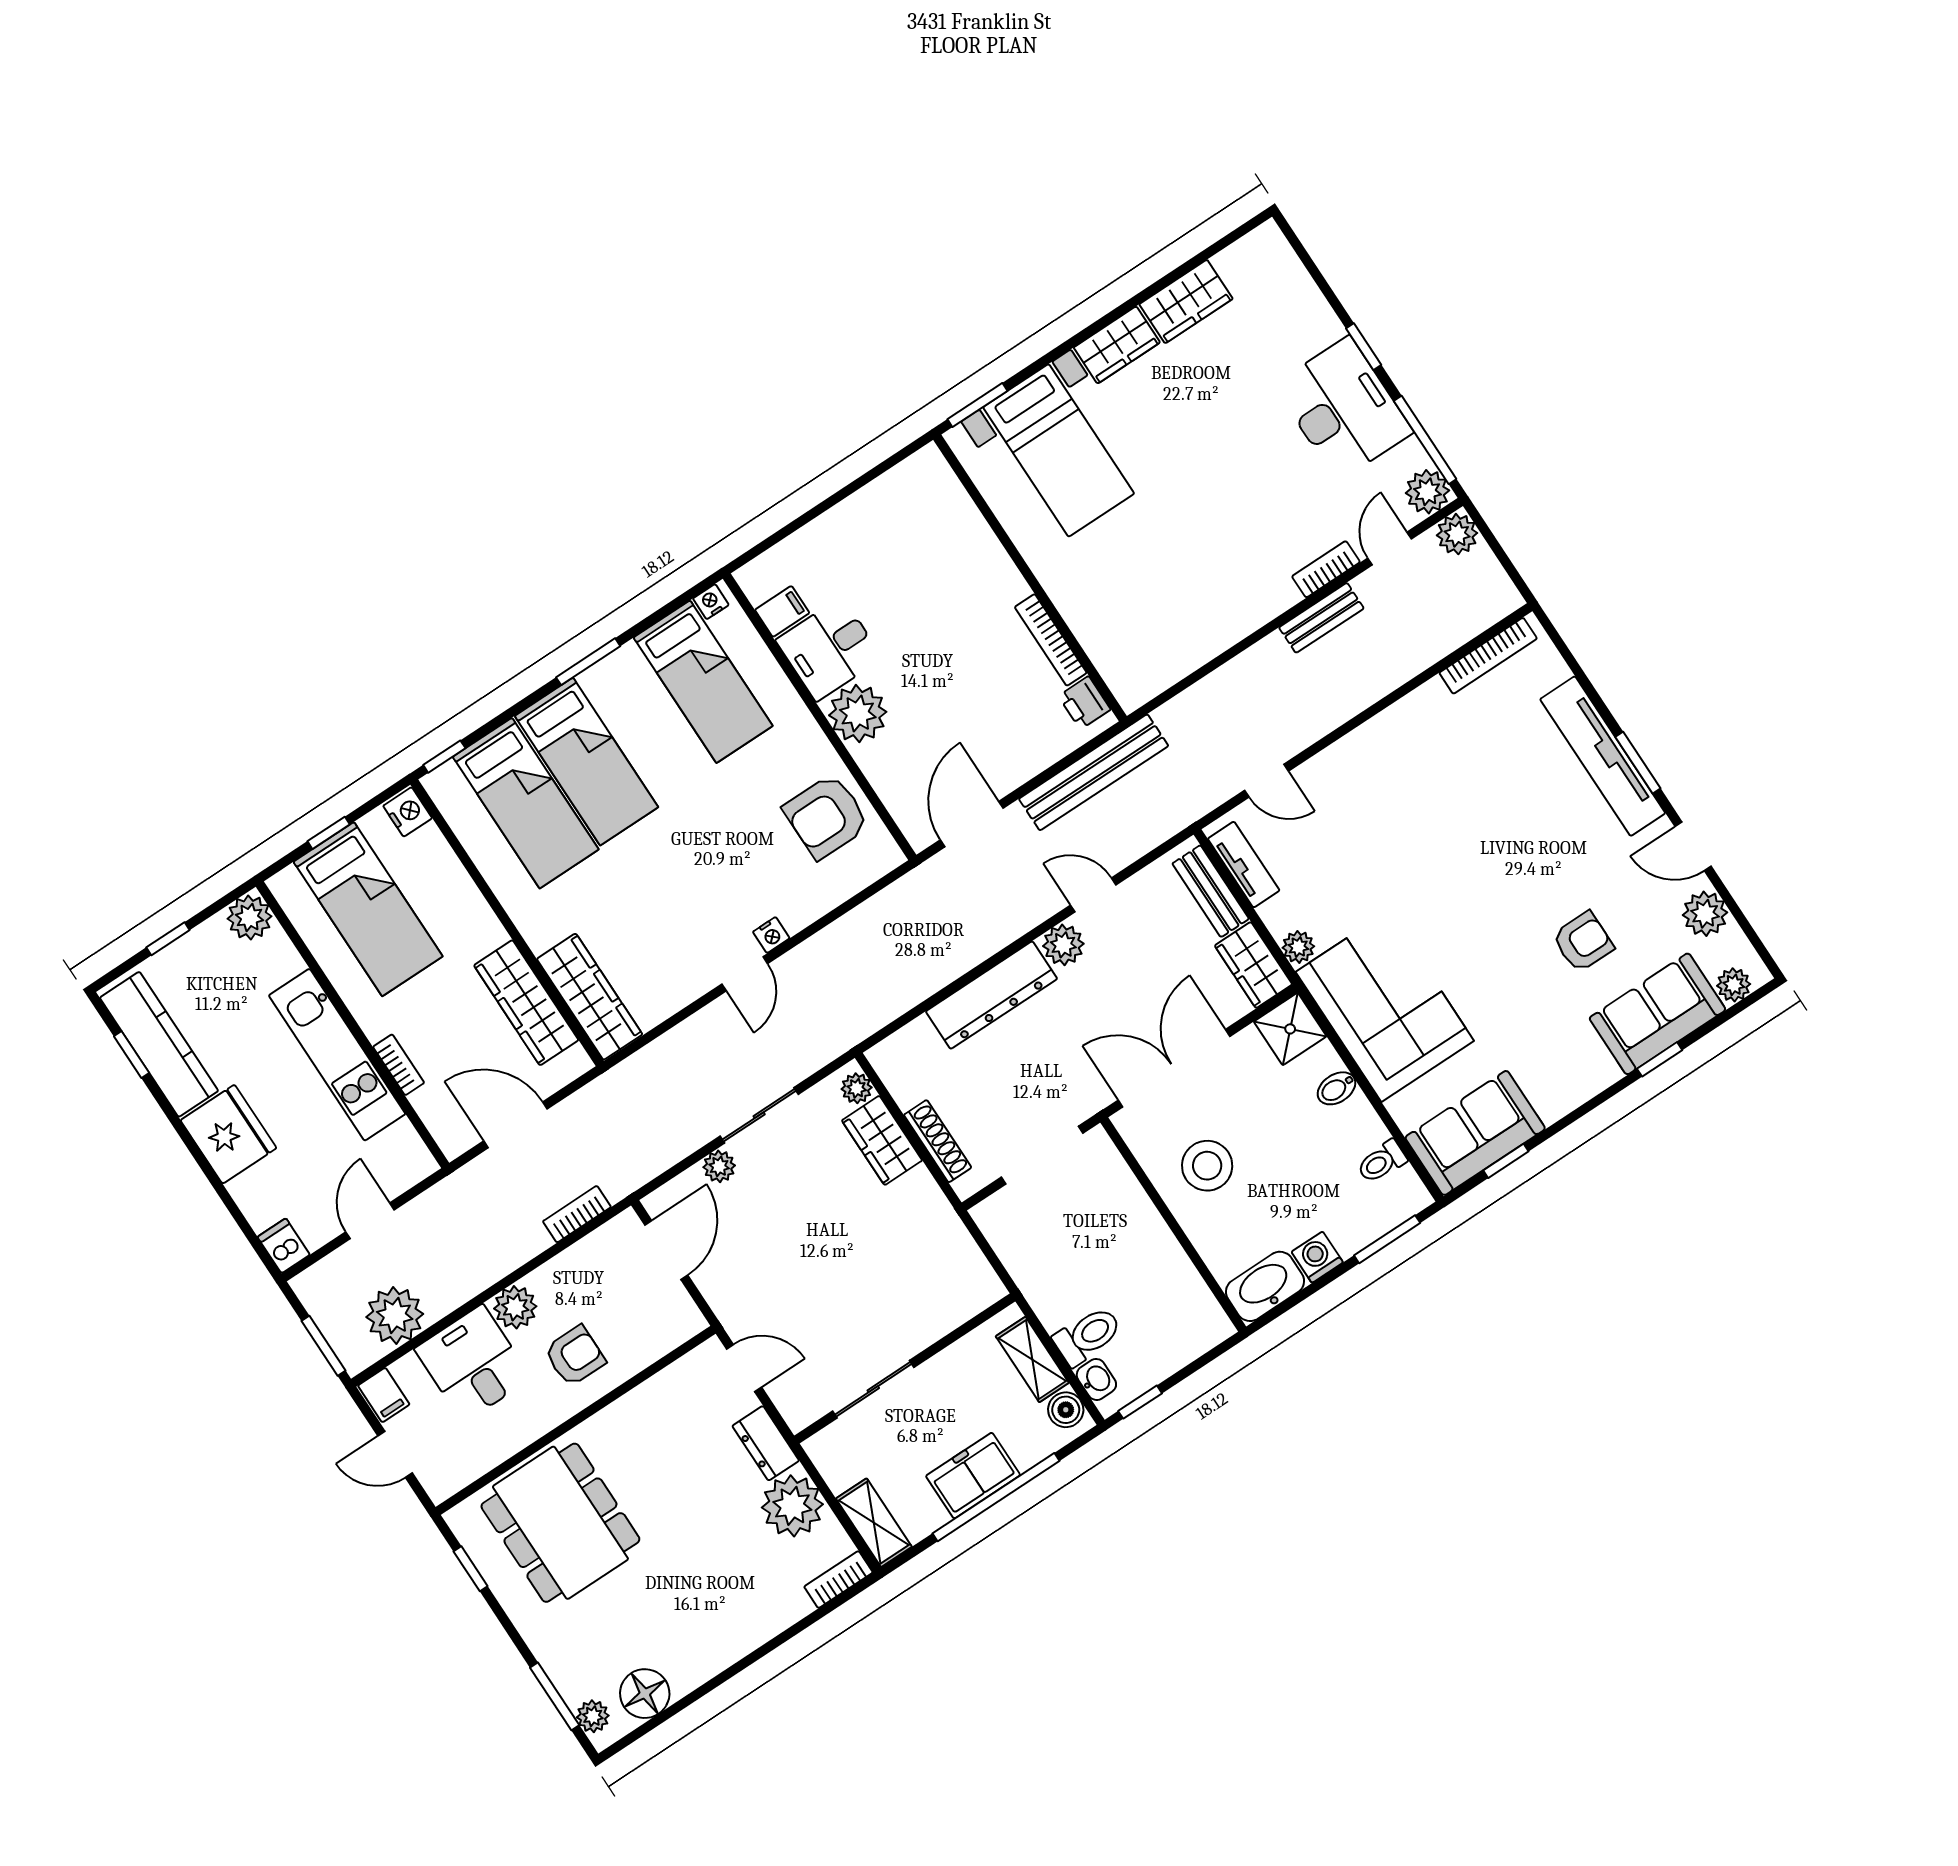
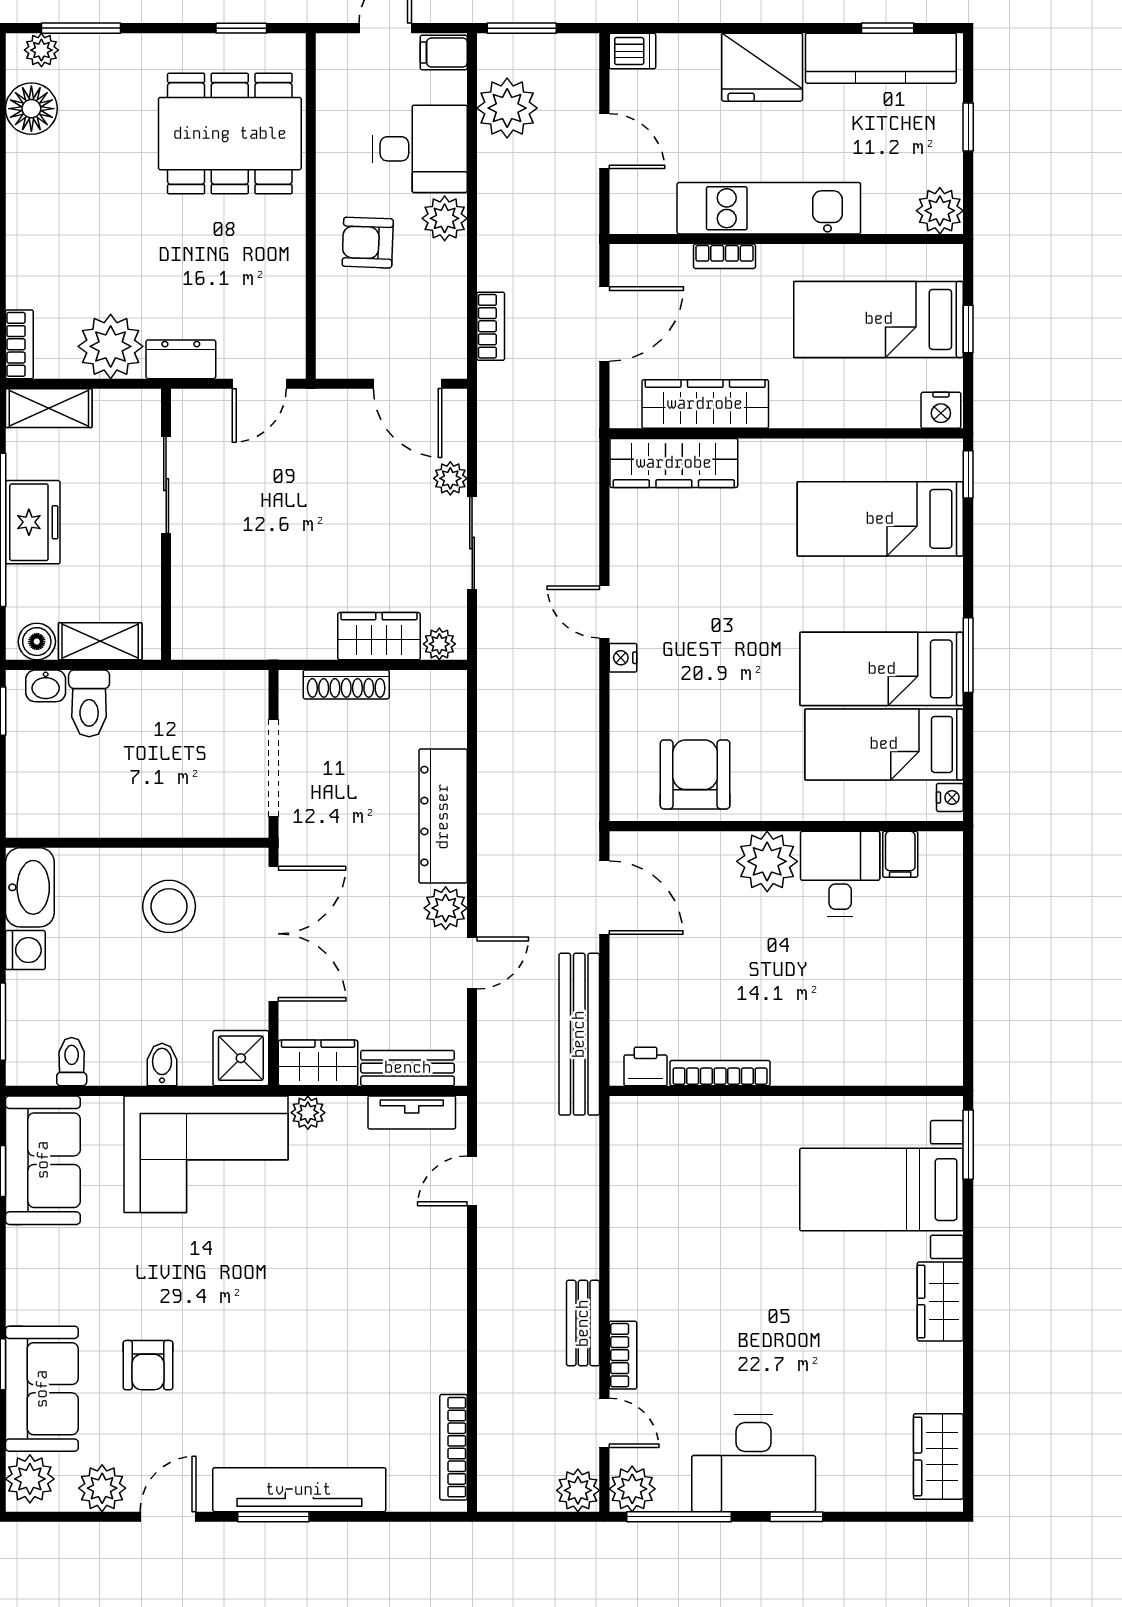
wardrobe: (1186, 302) -> (938, 1456), moved
bed: (586, 761) -> (882, 669), moved
plant: (1734, 985) -> (30, 1479), width x1.38, depth x1.38
armchair: (575, 1356) -> (368, 243), turned 92

